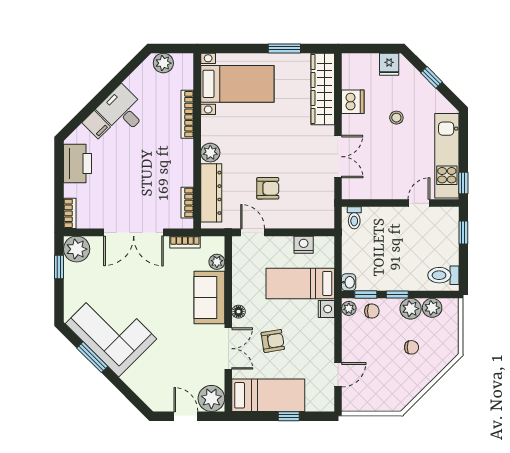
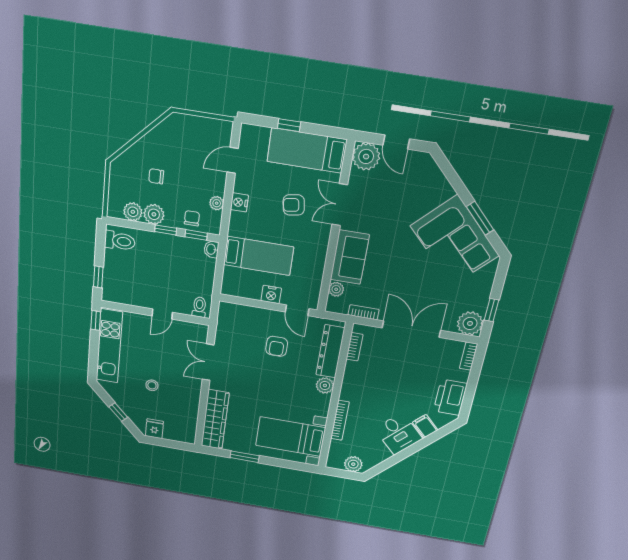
dishwasher: (353, 102) -> (190, 405), removed
armchair: (268, 188) -> (277, 346), turned -90
door: (419, 203) -> (162, 314), moved
nightstand: (304, 245) -> (271, 294), moved
plant: (349, 308) -> (217, 203), moved
nightstand: (326, 309) -> (239, 202), moved
chair: (372, 311) -> (192, 218), turned 90
floor lamp: (239, 312) -> (323, 239), removed

